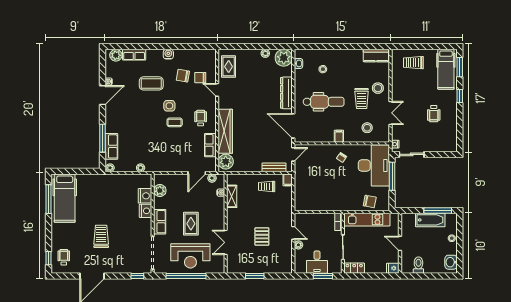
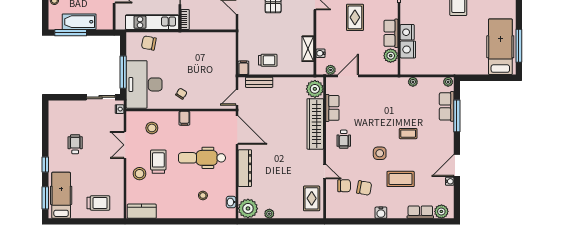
coffee table: (175, 122) -> (408, 134), moved
row of seats: (160, 222) -> (391, 33), moved

